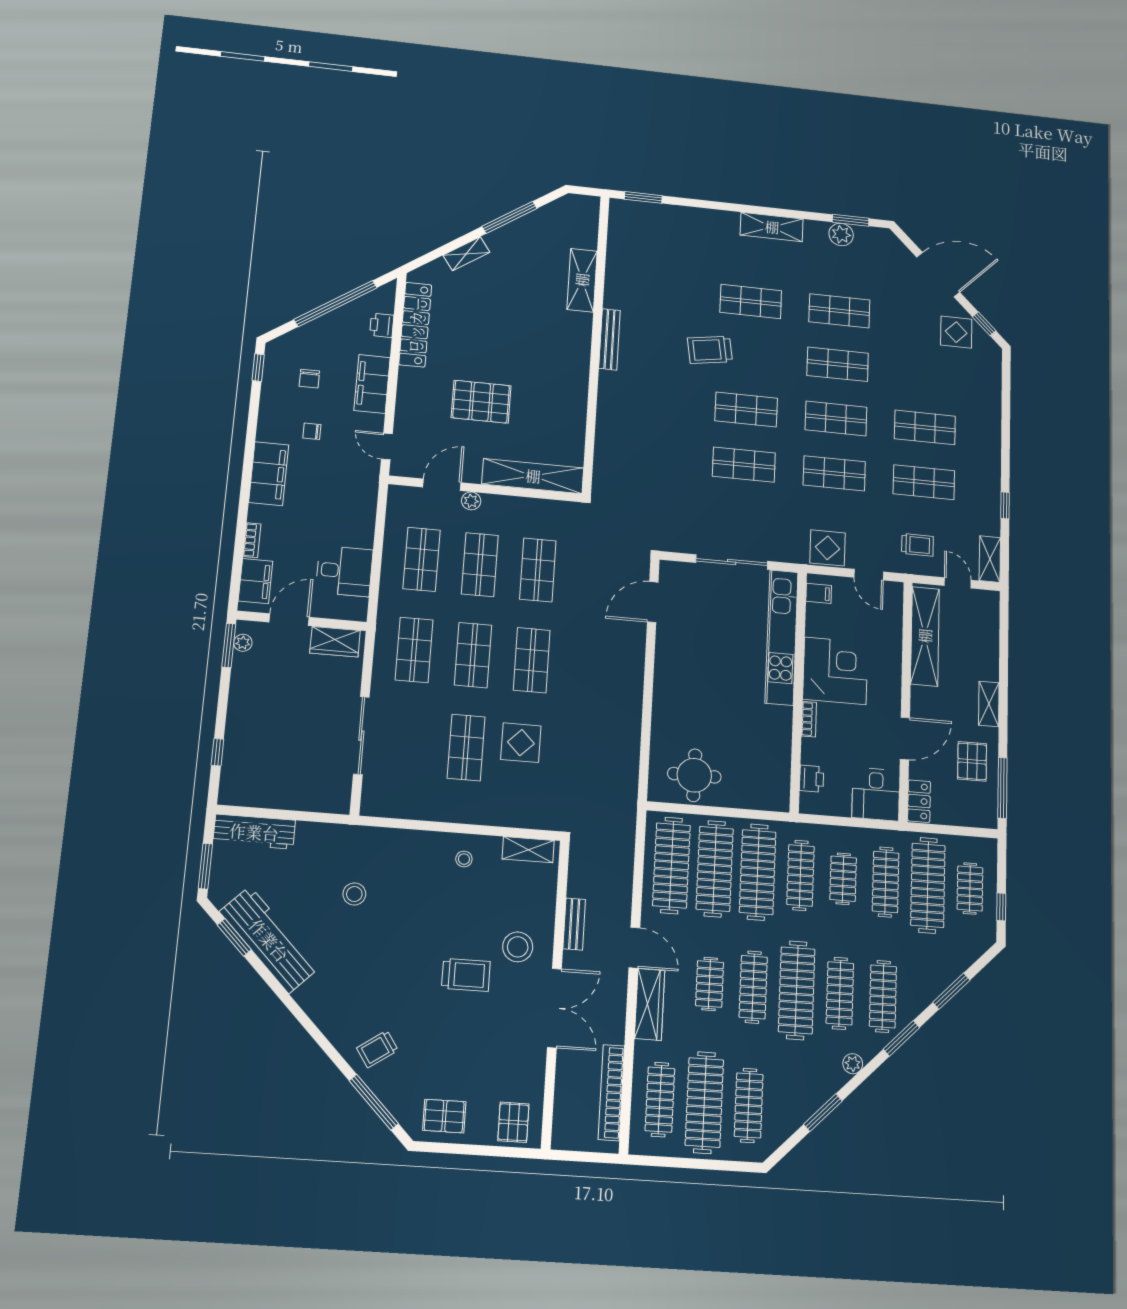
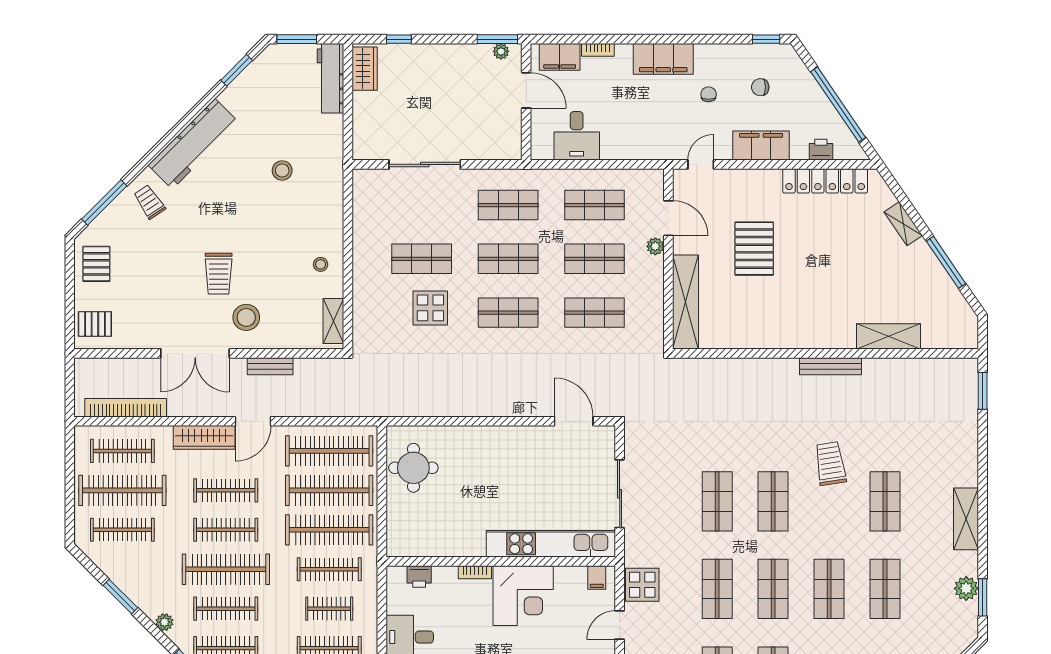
wardrobe: (335, 642) -> (365, 69), moved, turned 180
workbench: (269, 940) -> (194, 144), moved
clothes rail: (710, 984) -> (226, 490), width x1.36

